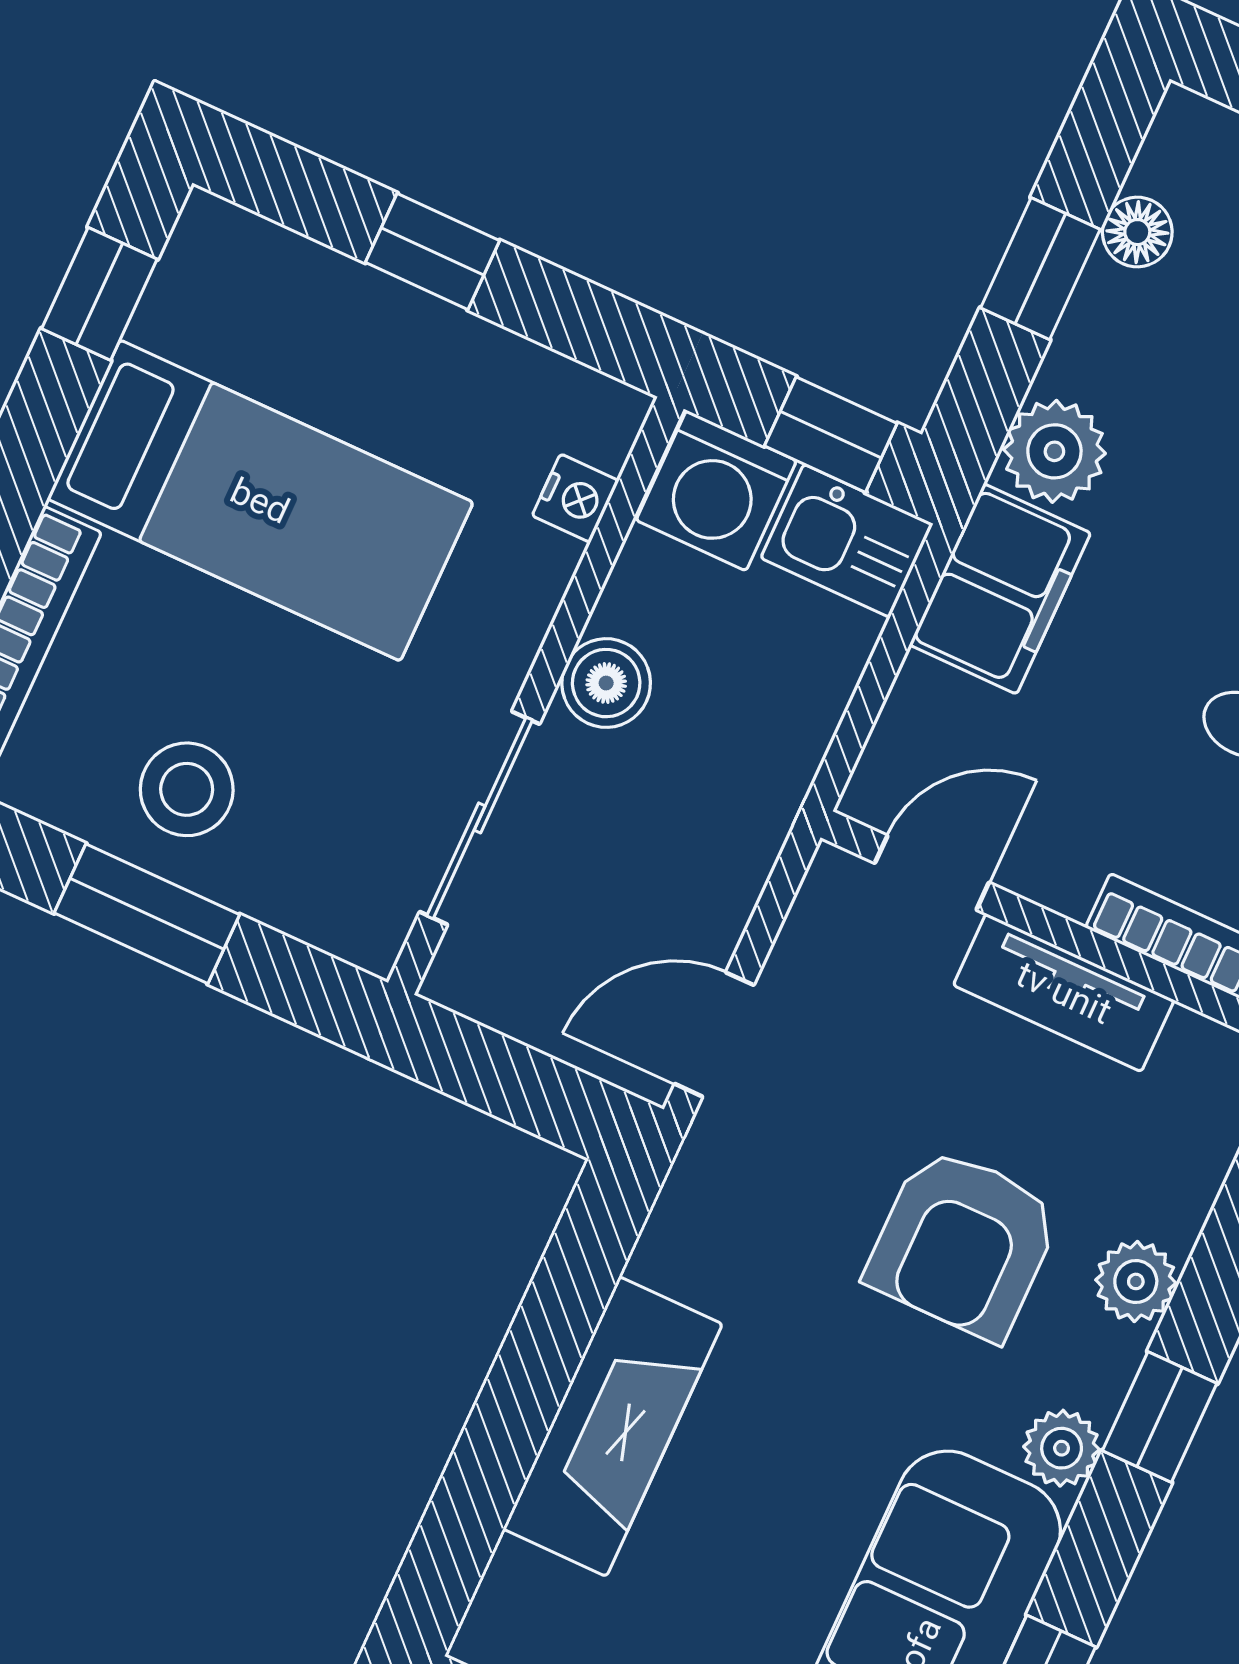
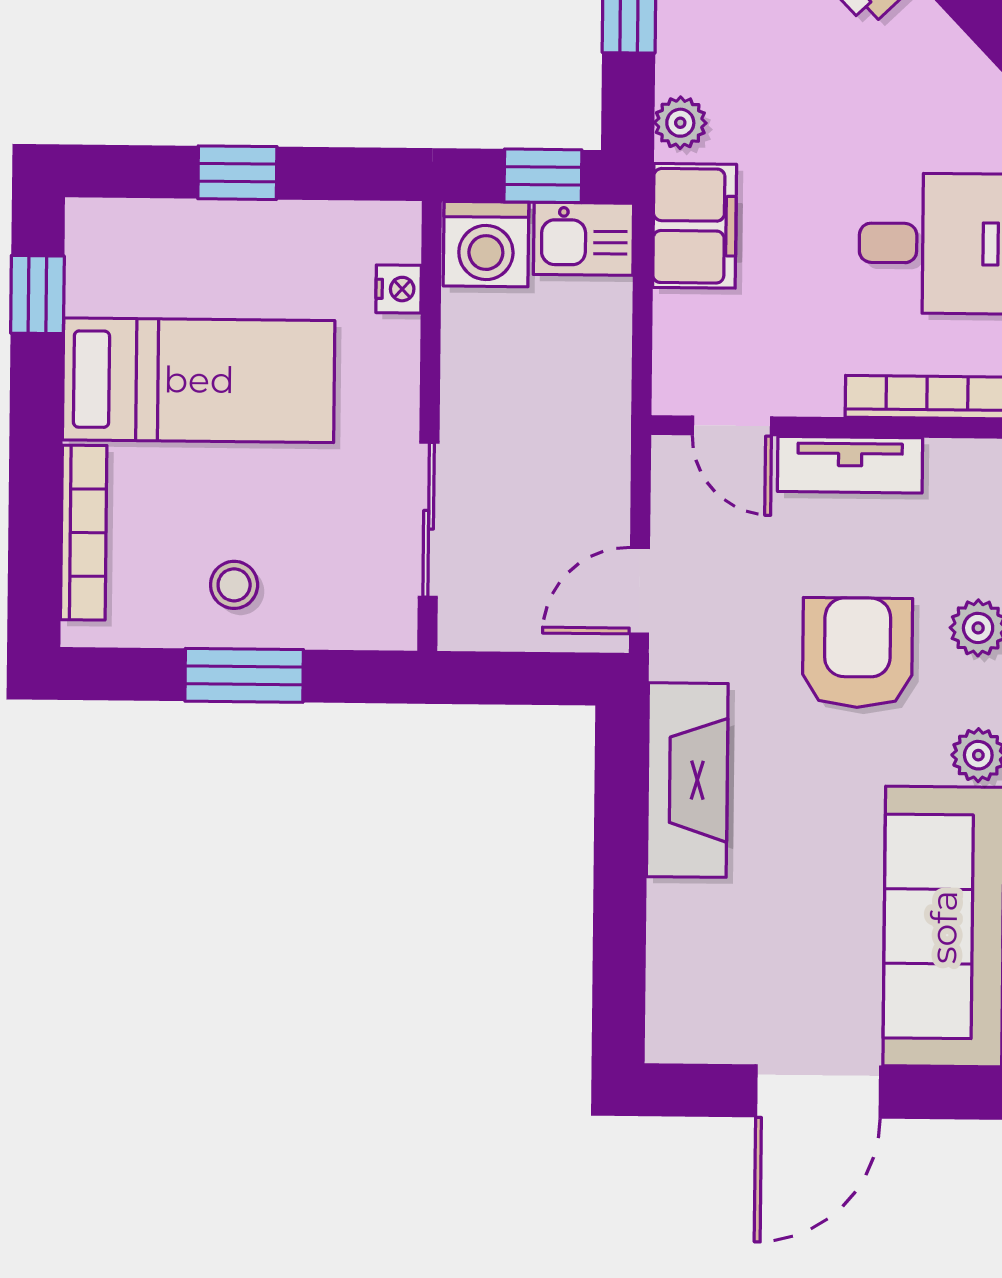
plant: (1054, 451) -> (680, 123), width x0.73, depth x0.73
boiler: (606, 683) -> (471, 398), removed
stool: (187, 789) -> (234, 585), width x0.73, depth x0.73
door: (932, 873) -> (732, 426), swing flipped
armchair: (963, 1243) -> (857, 653), turned 180
fireplace: (613, 1426) -> (687, 780), moved

